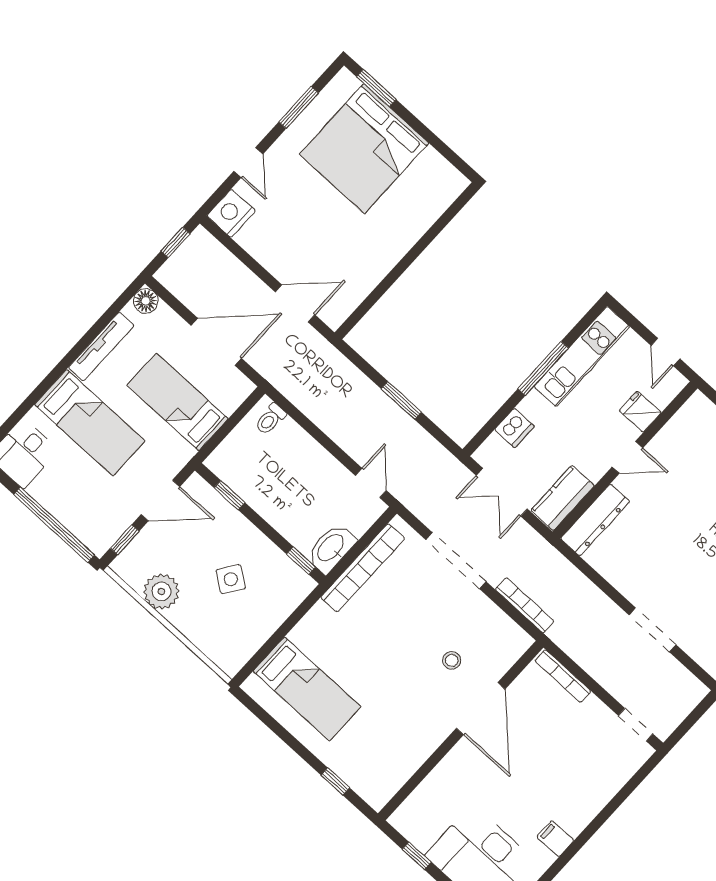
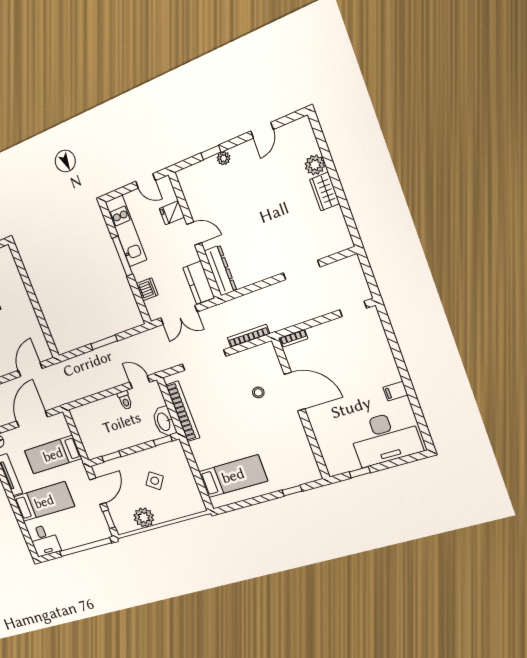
toilet: (270, 419) -> (125, 400), moved
door: (627, 457) -> (194, 234), hinge flipped
bookcase: (563, 676) -> (294, 338), width x0.64

